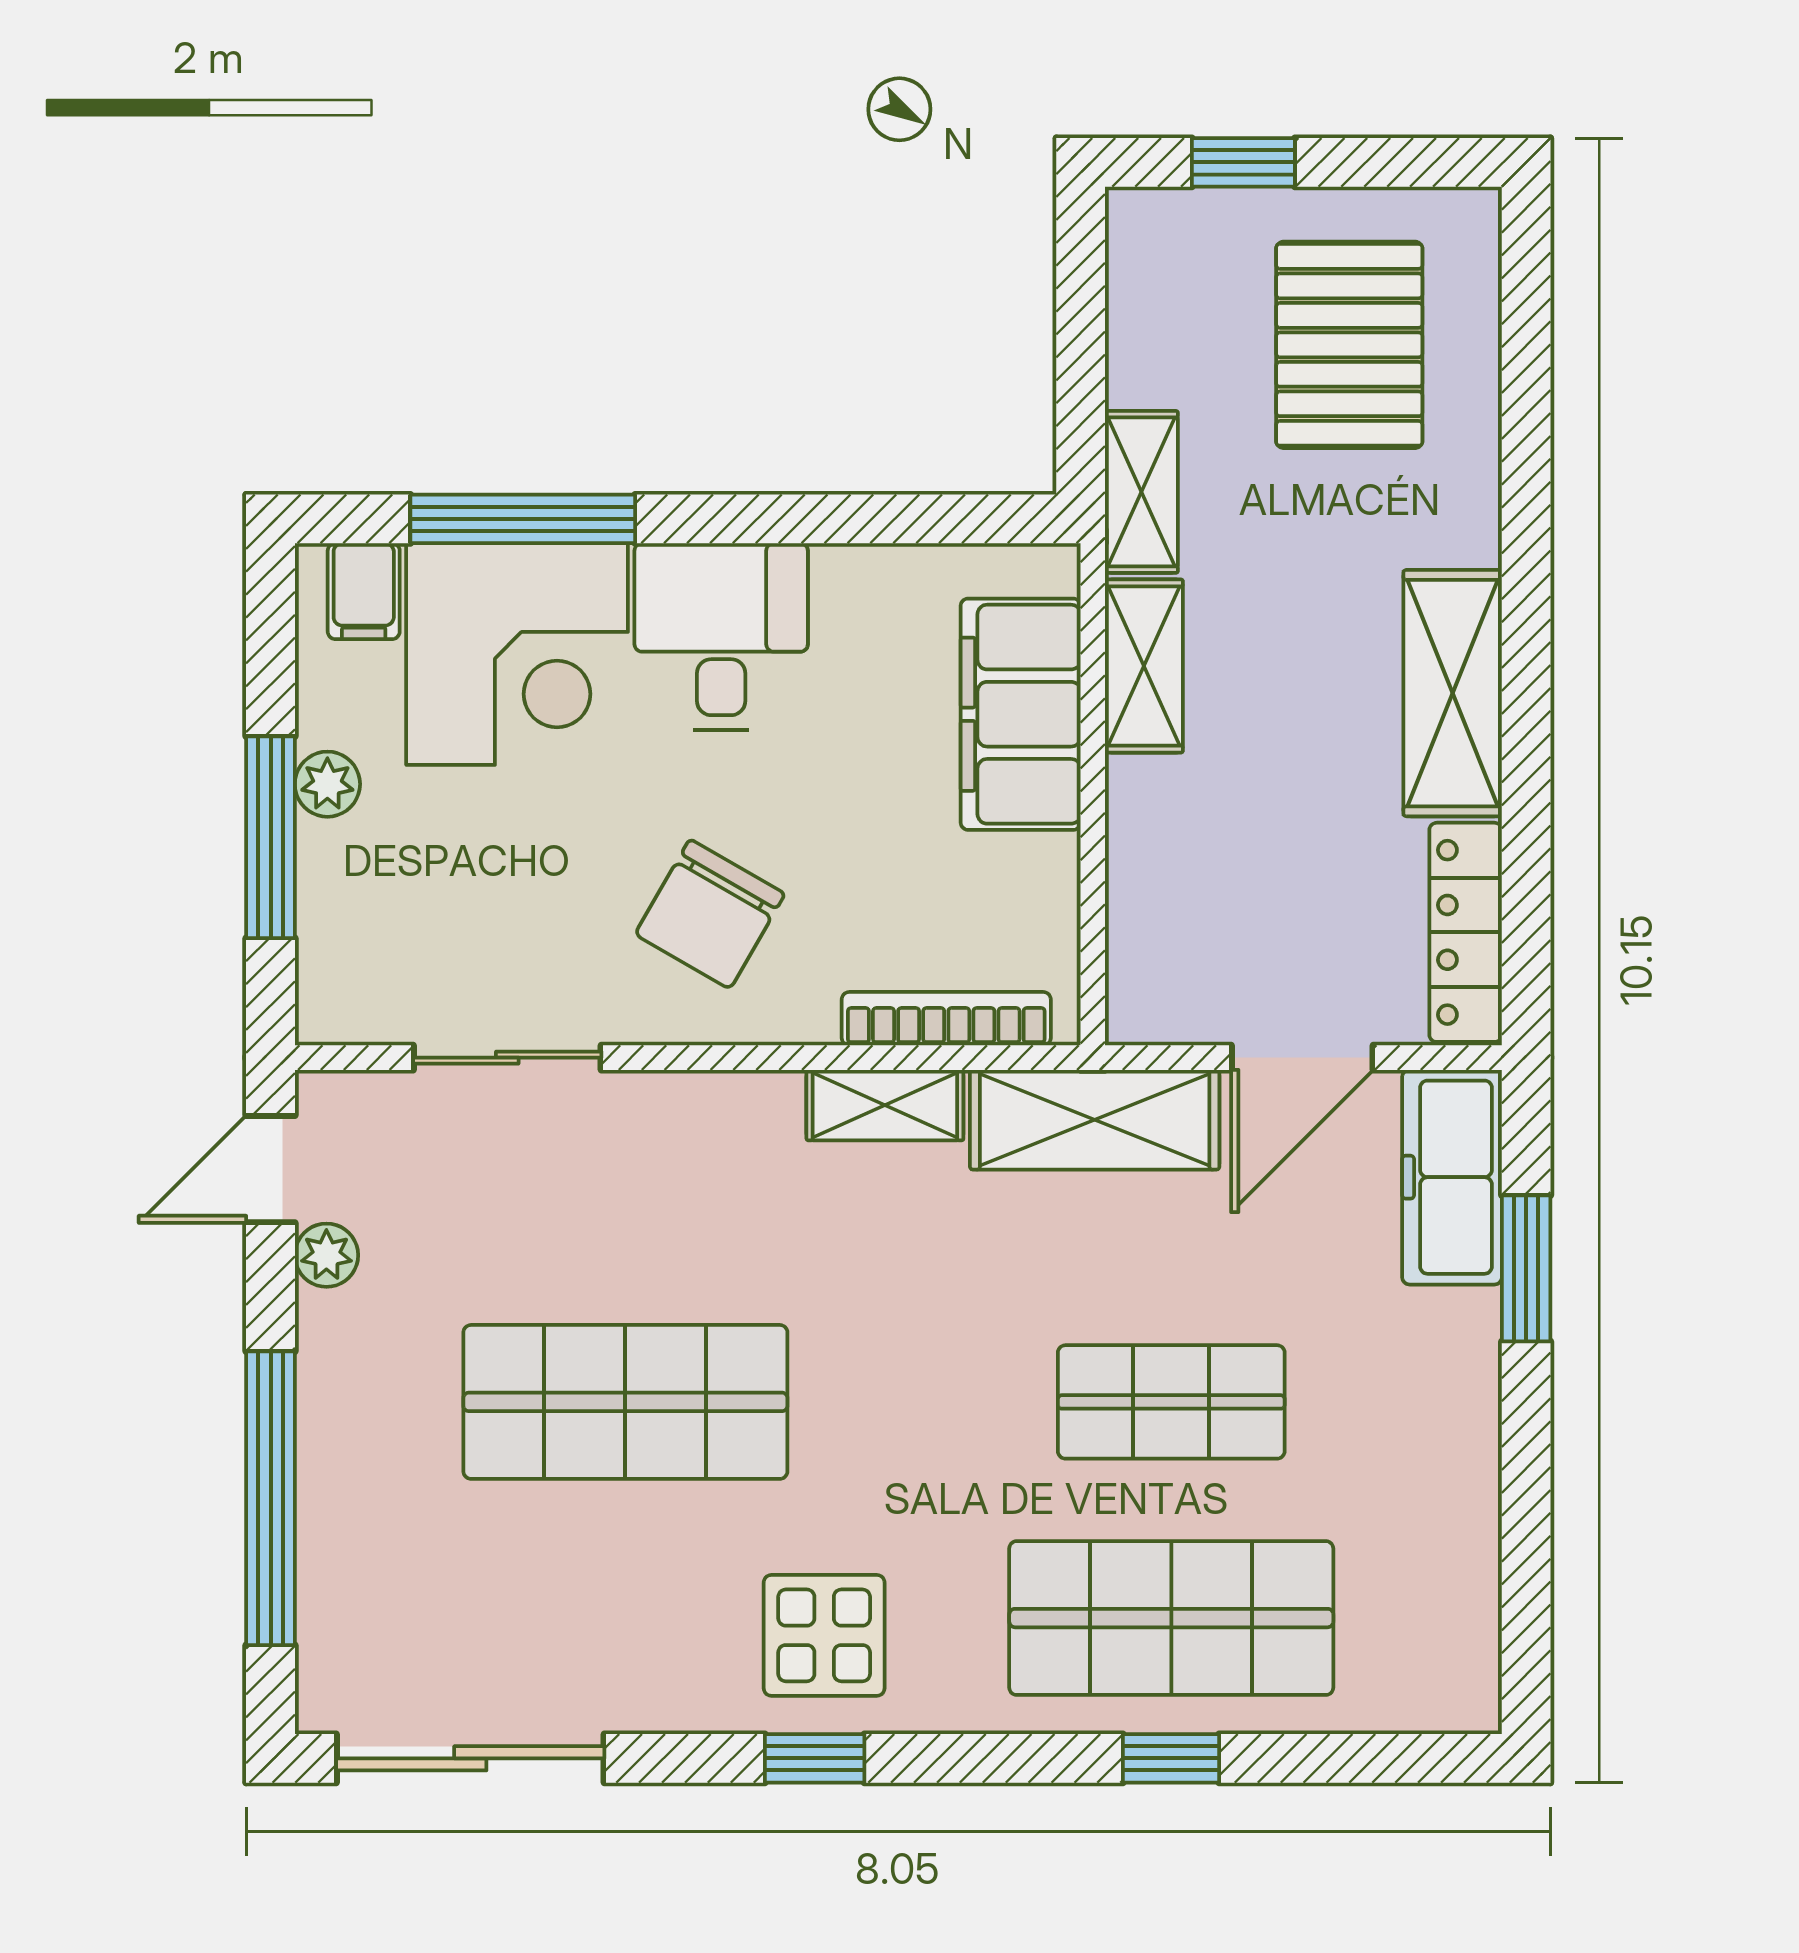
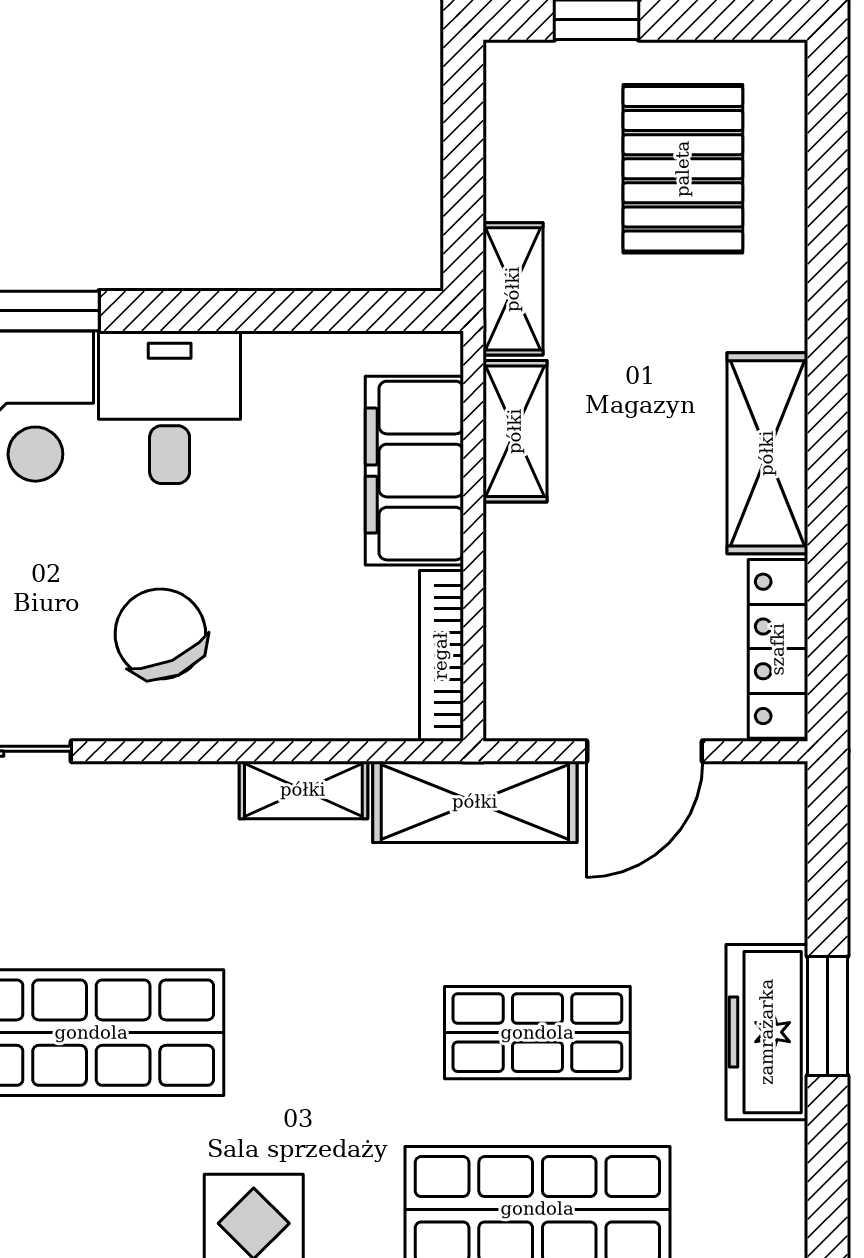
chair: (710, 914) -> (160, 634), turned 126
bookcase: (946, 1019) -> (441, 656), moved, turned -90
freezer: (1452, 1177) -> (767, 1032), moved
window: (1526, 1268) -> (827, 1016), moved

